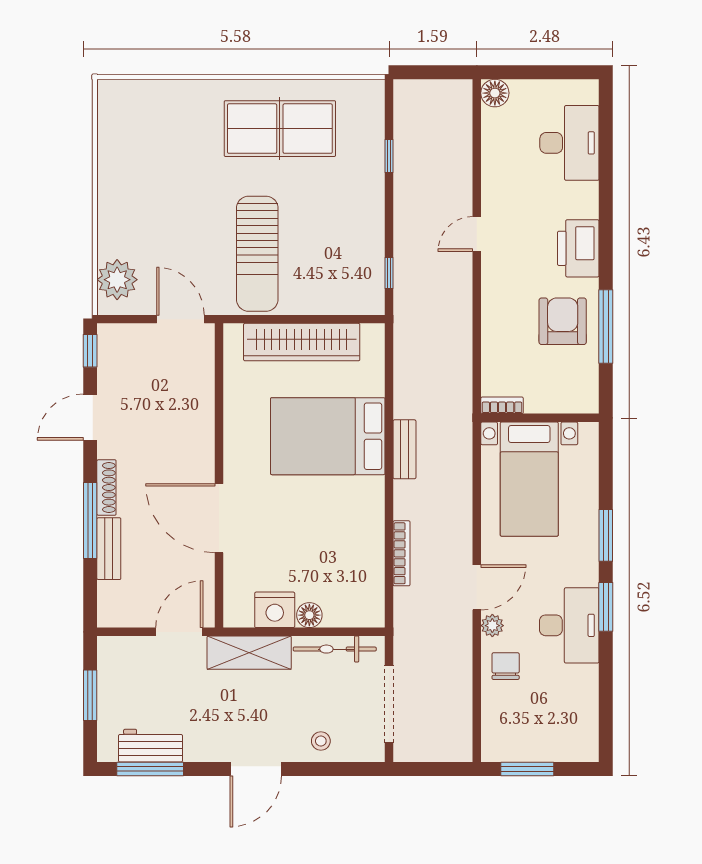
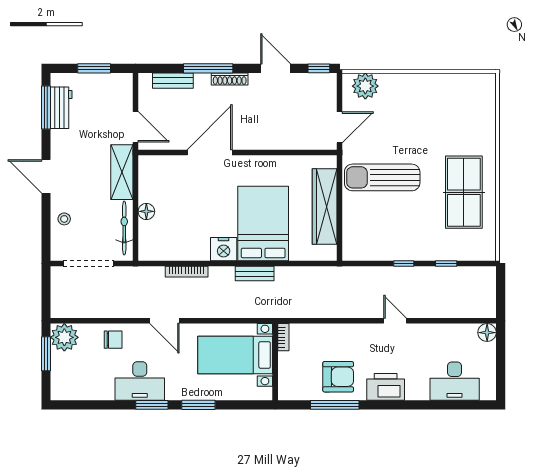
window: (389, 273) -> (404, 263), moved
bench: (109, 549) -> (173, 81), moved
nightstand: (275, 610) -> (224, 249), moved, turned -90
plant: (492, 626) -> (64, 337), moved, width x1.87, depth x1.87

